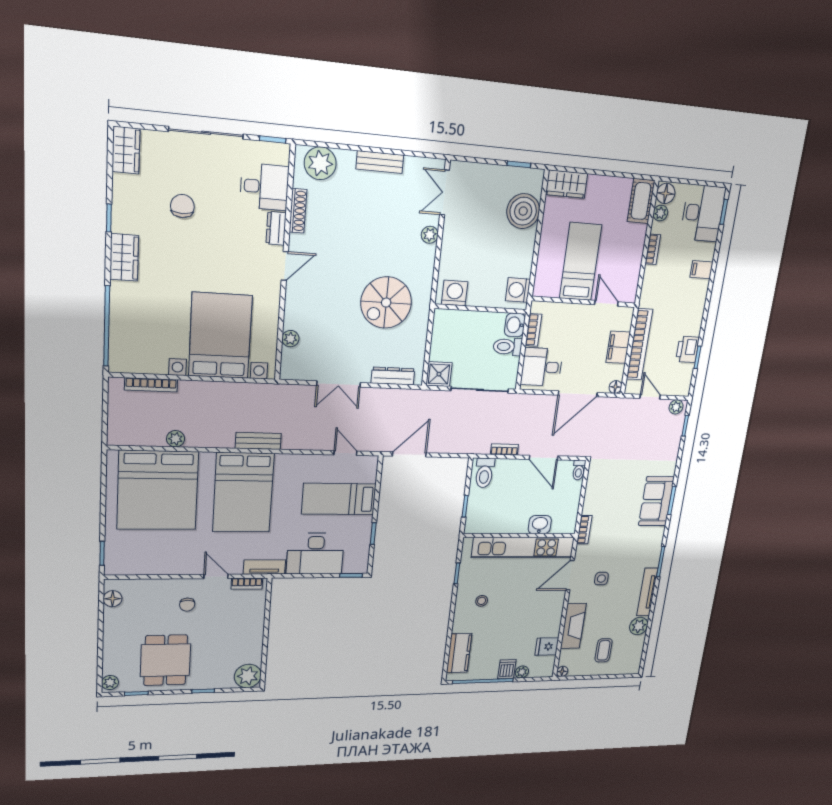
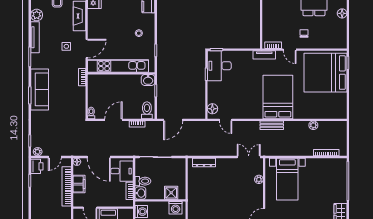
spiral stairs: (386, 303) -> (211, 201), removed
bed with nightstands: (220, 336) -> (287, 179), width x0.73
printer: (688, 349) -> (37, 166), moved
shower: (439, 374) -> (171, 193), moved
double door: (339, 384) -> (249, 157), moved
door: (578, 394) -> (99, 157), swing flipped
door: (650, 397) -> (55, 157), hinge flipped
door: (409, 454) -> (173, 120), moved
door: (544, 458) -> (113, 120), hinge flipped
floor lamp: (368, 473) -> (212, 109), added
bed: (158, 490) -> (325, 73), moved, turned -90
bed: (339, 499) -> (227, 94), removed
sofa: (656, 501) -> (40, 89), width x1.36
washbasin: (540, 525) -> (148, 80), moved
desk: (315, 554) -> (219, 66), moved, turned -90
floor lamp: (113, 599) -> (342, 13), moved

